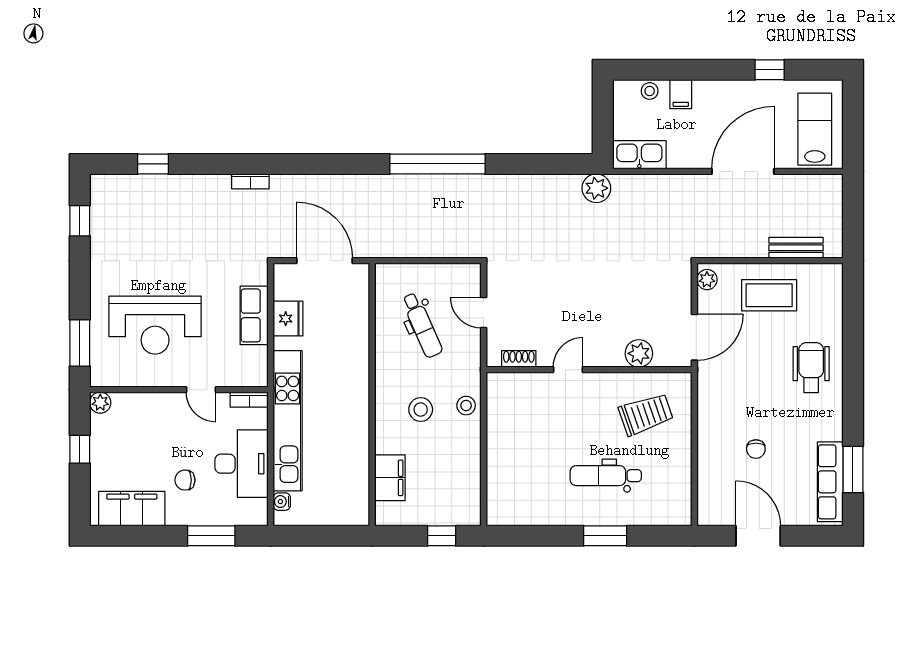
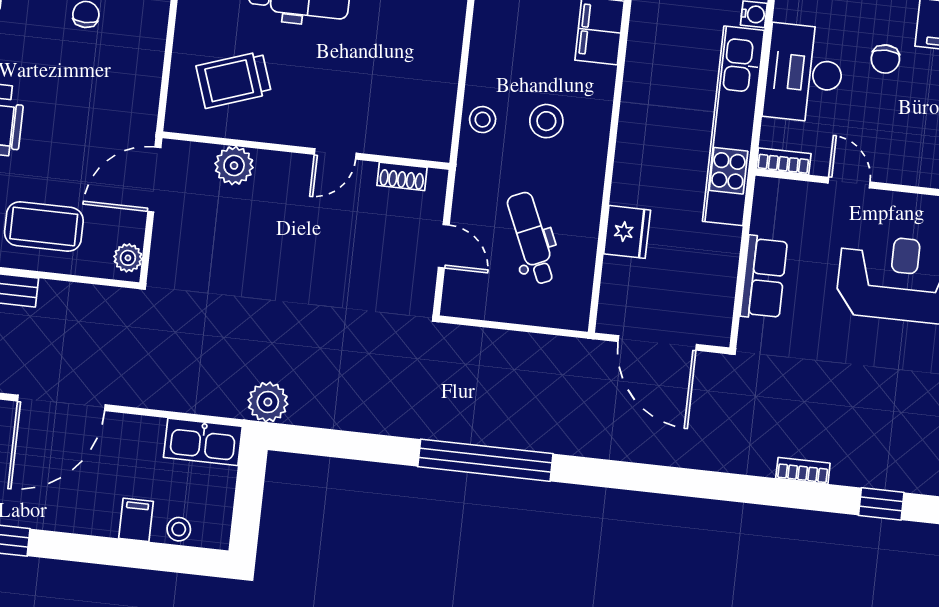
bookcase: (250, 181) -> (803, 471), moved
fridge: (288, 319) -> (627, 232), moved, turned 180
chair: (185, 480) -> (885, 59), turned 90

